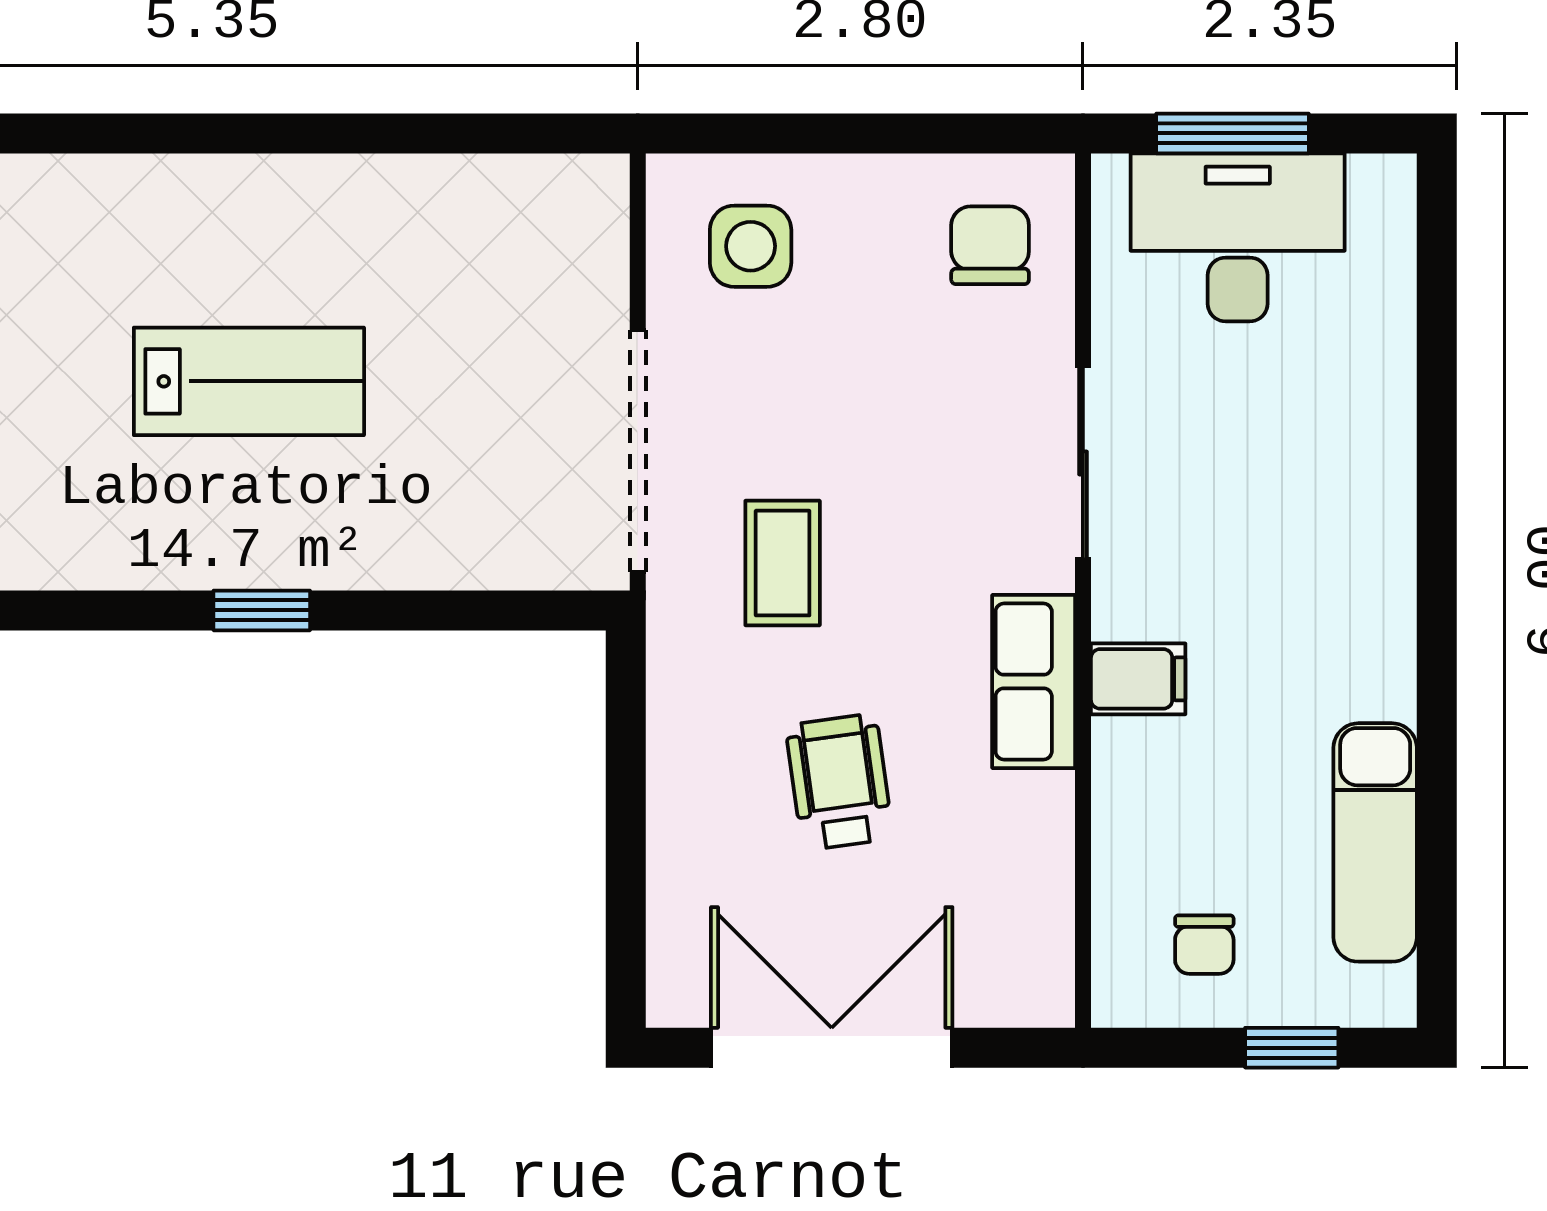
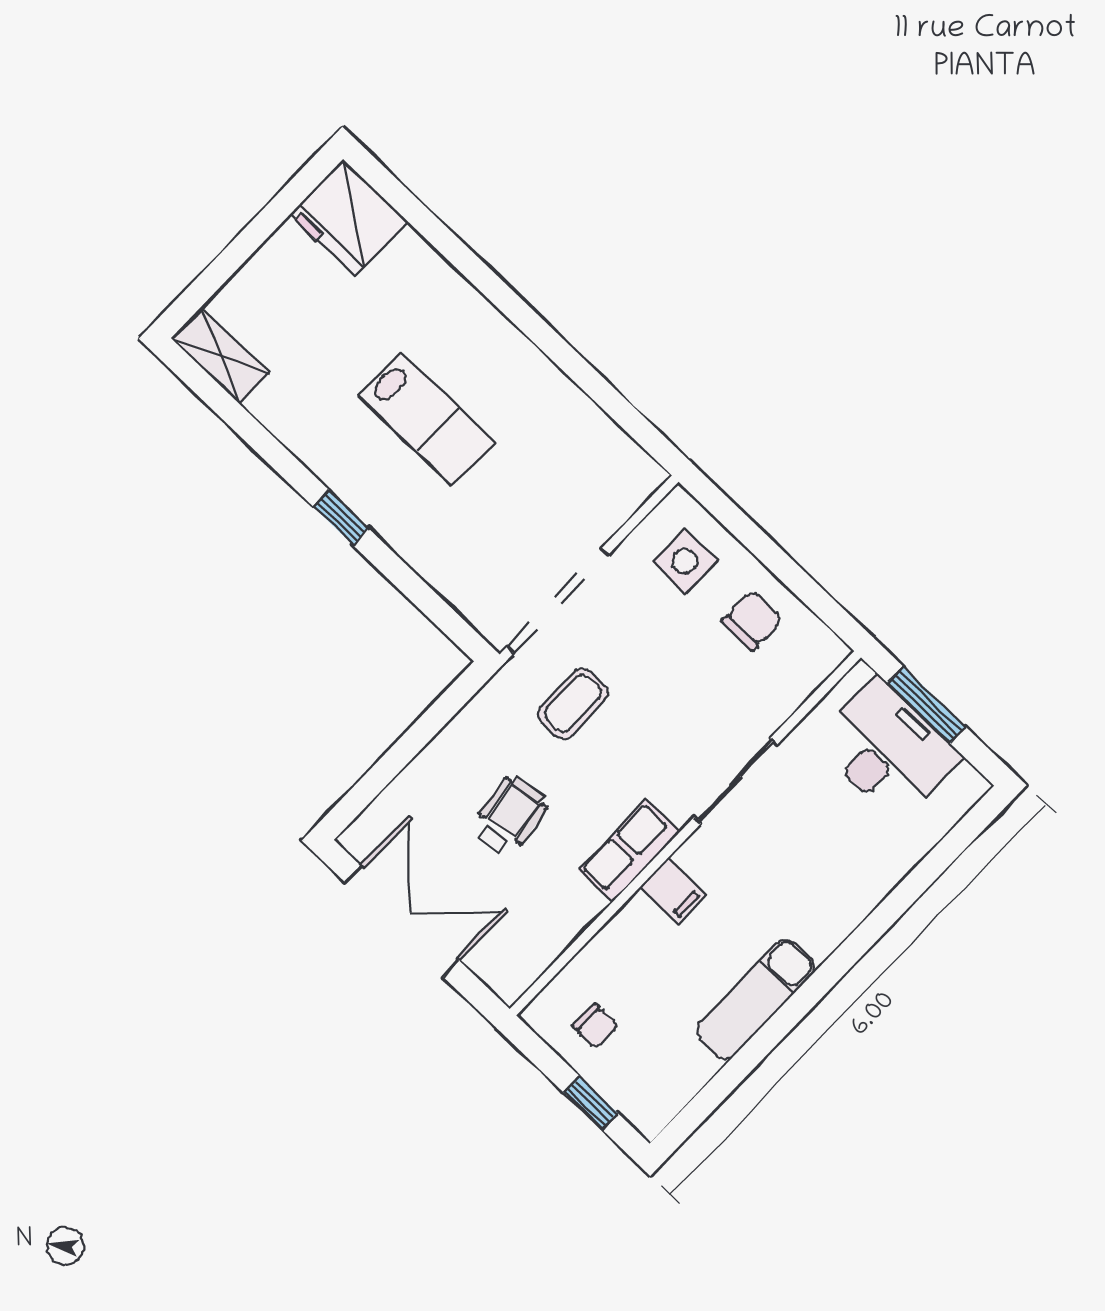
chair: (990, 245) -> (752, 620), moved
exam couch: (1375, 842) -> (756, 999), moved
chair: (1204, 945) -> (595, 1026), turned -90

